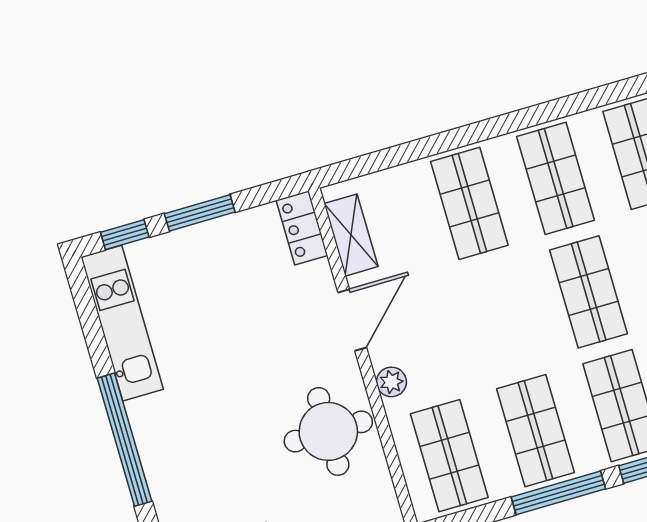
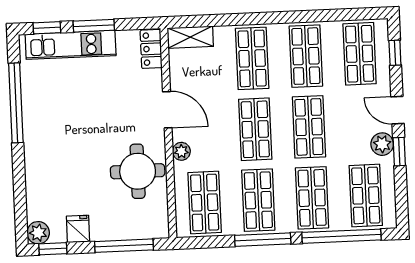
shelving: (351, 235) -> (190, 37), moved, turned 90
shop shelf: (502, 317) -> (255, 129), added
door: (352, 320) -> (167, 110), hinge flipped
kitchen unit: (122, 323) -> (71, 45), moved, turned 90
window: (124, 440) -> (16, 103), moved

